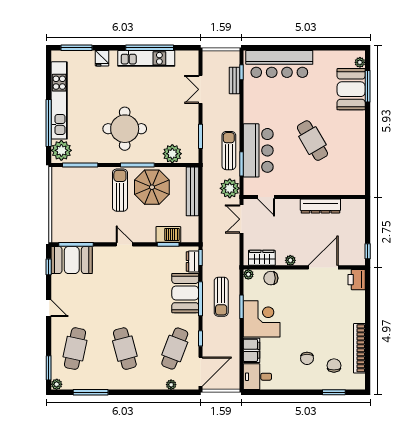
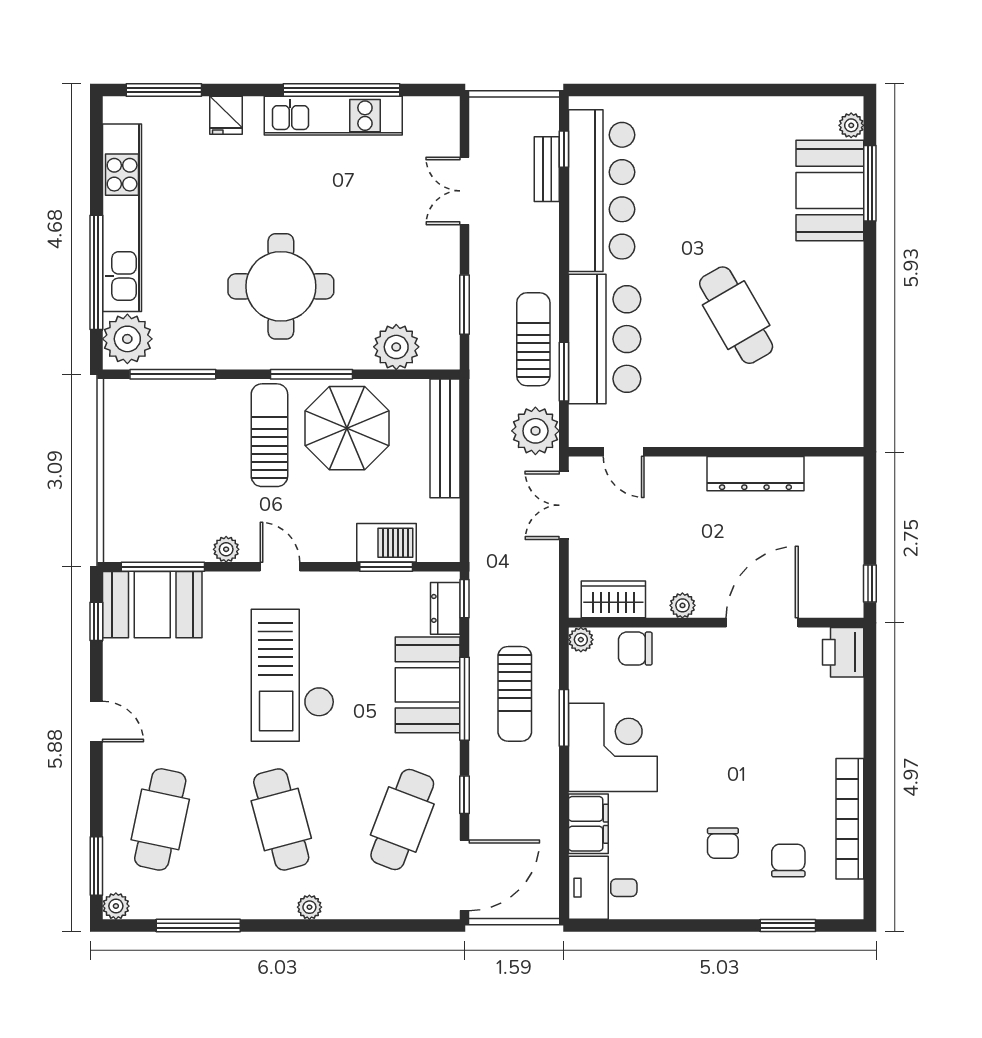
bar counter: (279, 64) -> (602, 191), moved, turned -90
plant: (102, 237) -> (226, 549), added
checkout: (130, 289) -> (293, 675), added
plant: (171, 385) -> (309, 907), moved

